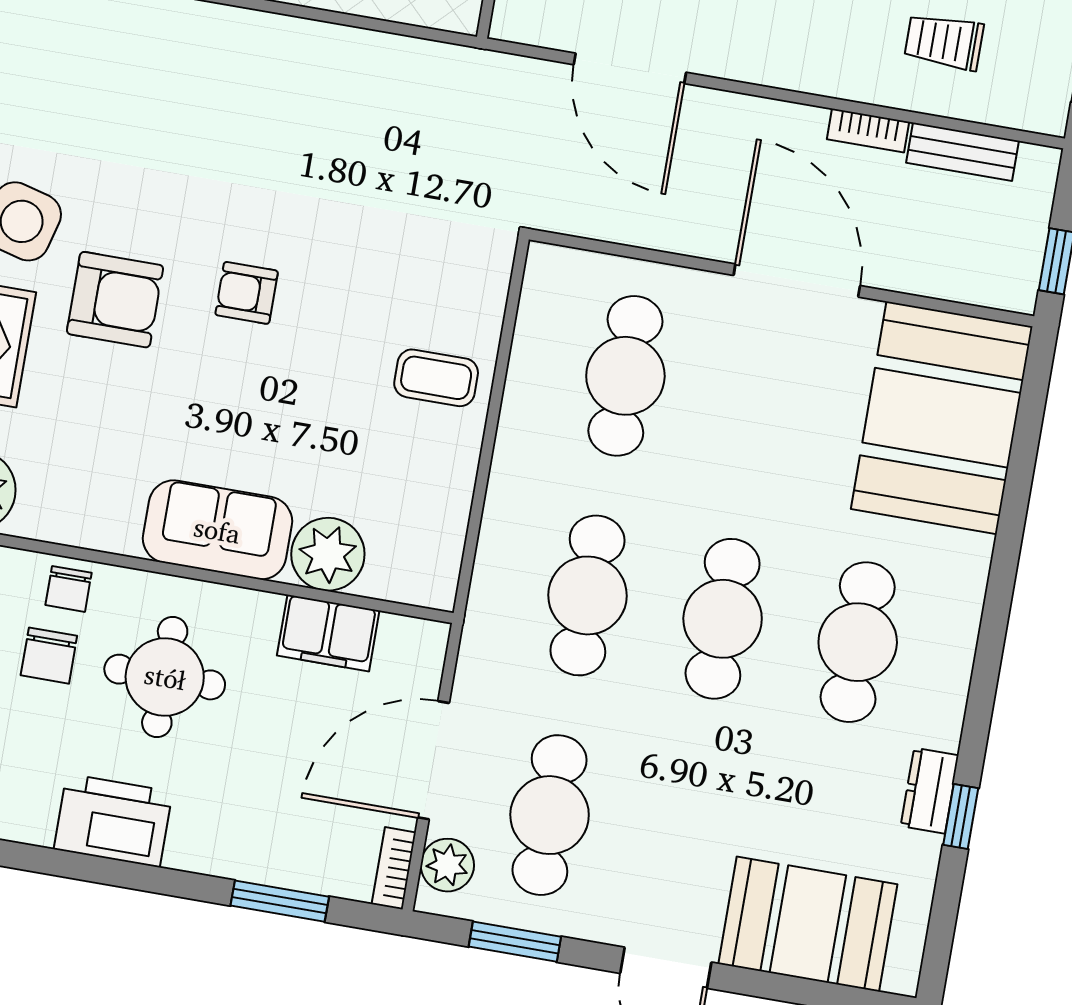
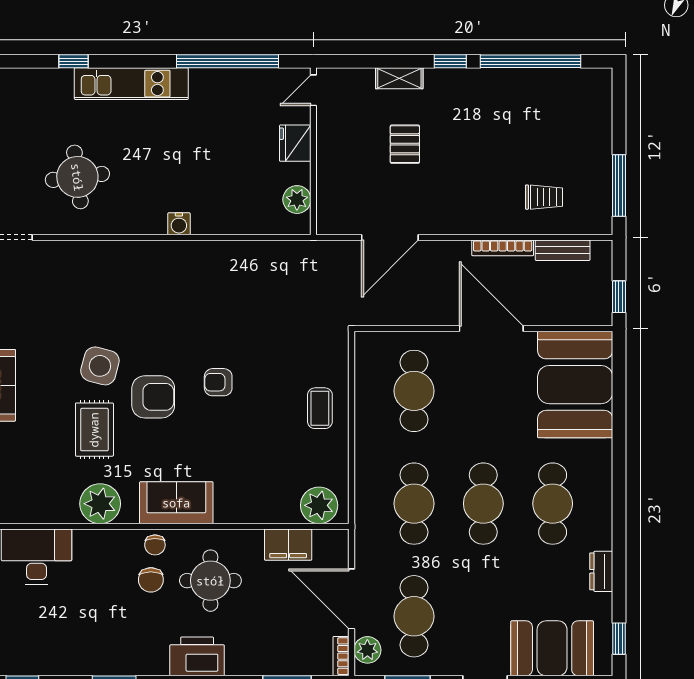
trolley: (944, 42) -> (544, 197), turned 180
door: (630, 68) -> (390, 237), hinge flipped
bookcase: (868, 131) -> (503, 248), width x1.56
coffee table: (436, 378) -> (320, 408), turned 90
sofa: (217, 530) -> (176, 503), moved
plant: (328, 554) -> (319, 505), moved
door: (434, 760) -> (351, 599), hinge flipped
window: (961, 816) -> (619, 639), moved

